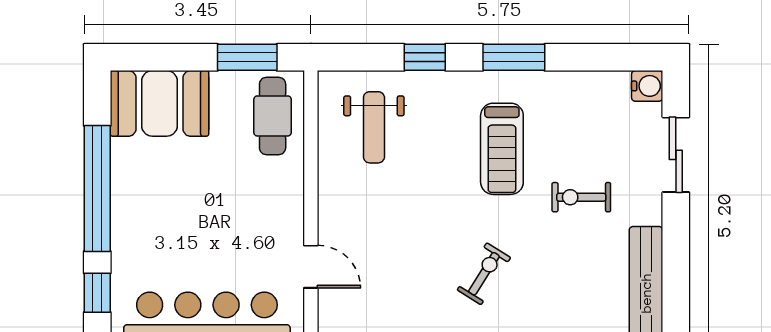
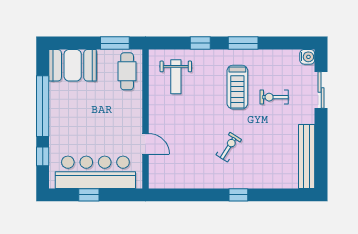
exercise bike: (581, 197) -> (274, 97), moved

